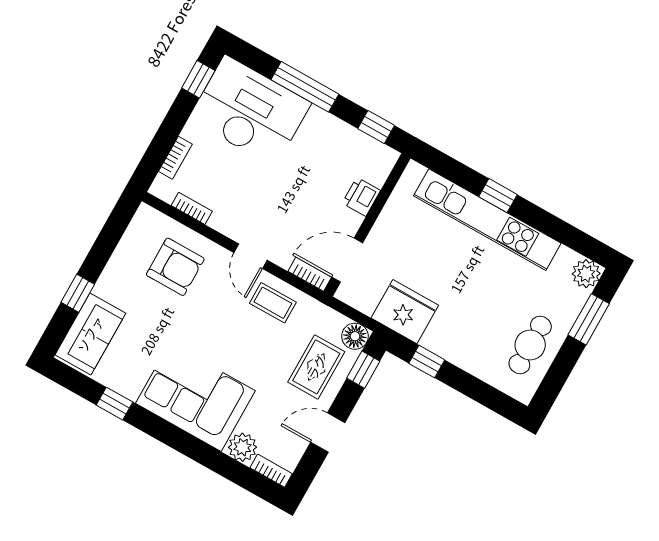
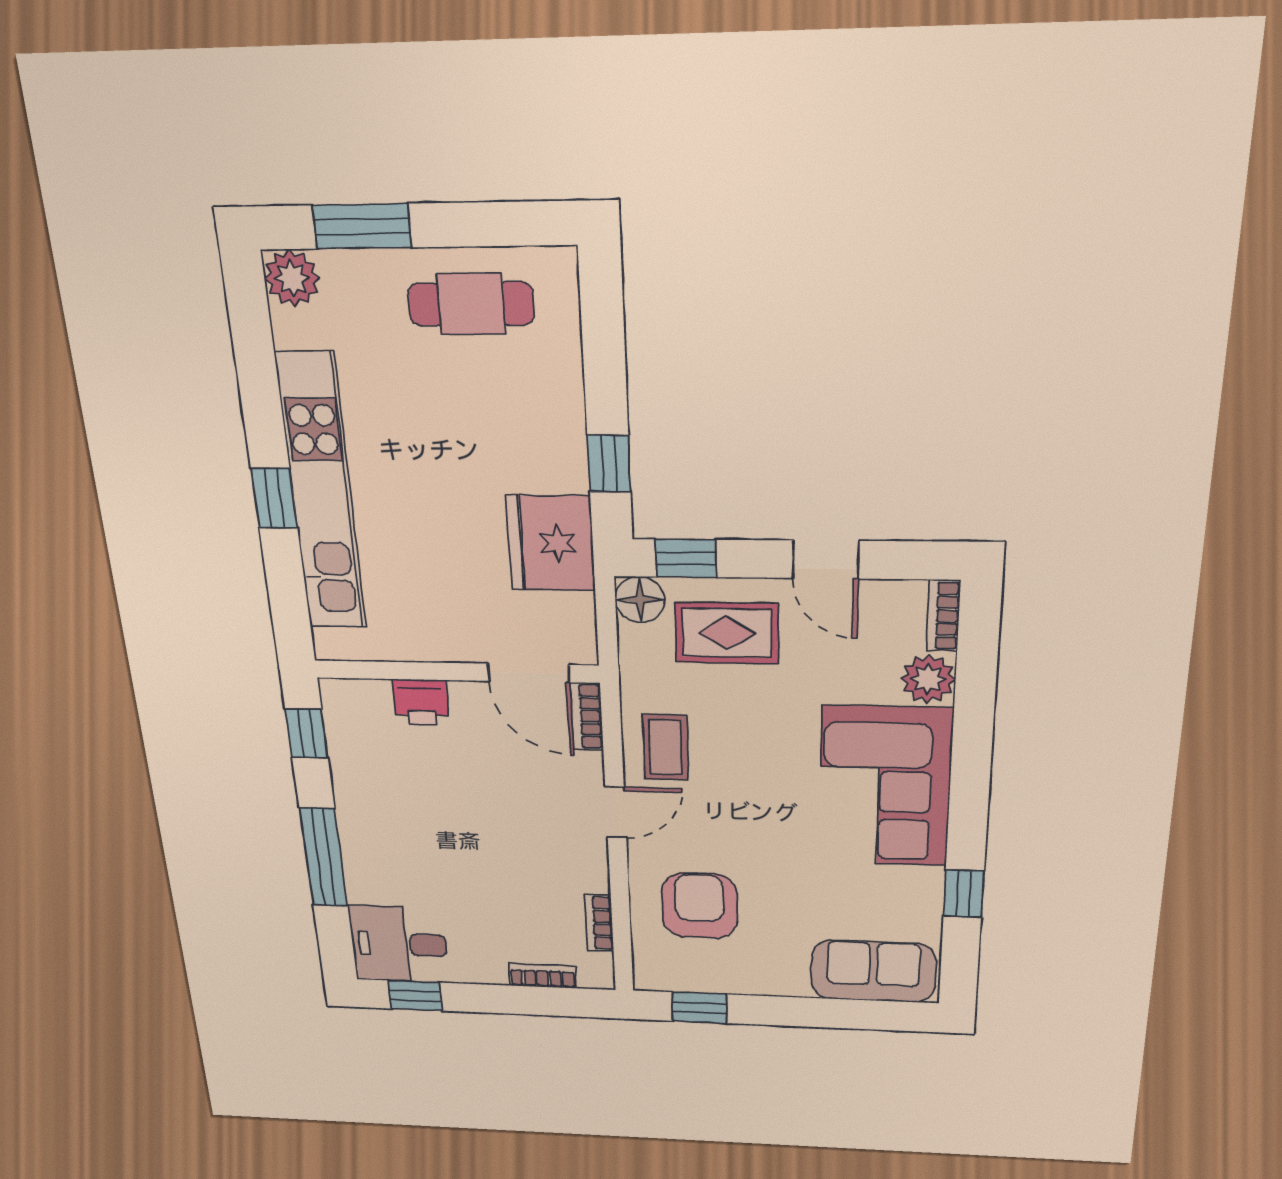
desk: (250, 111) -> (399, 944), width x0.53, depth x0.77
window: (78, 293) -> (699, 1008), moved

